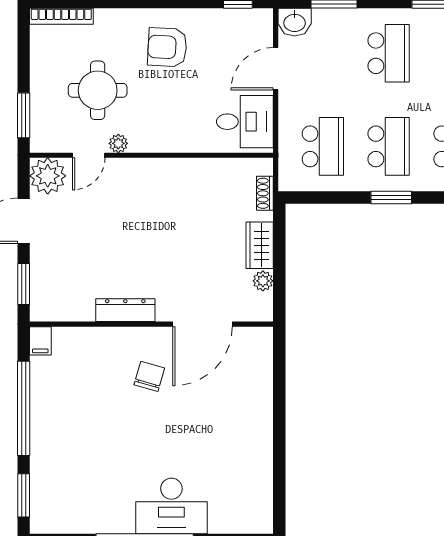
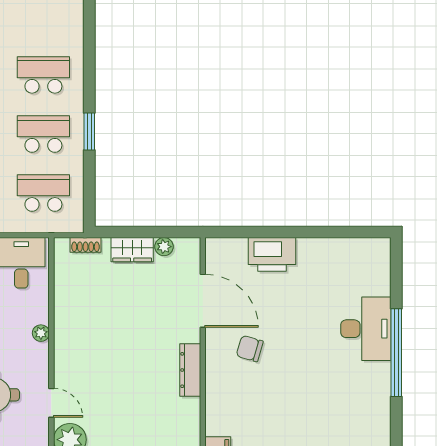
plant: (118, 143) -> (41, 333), moved
printer: (254, 401) -> (272, 254), added

